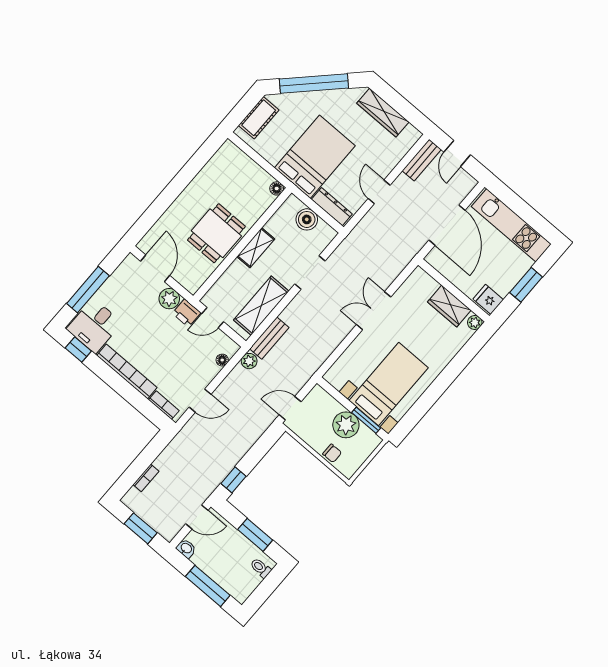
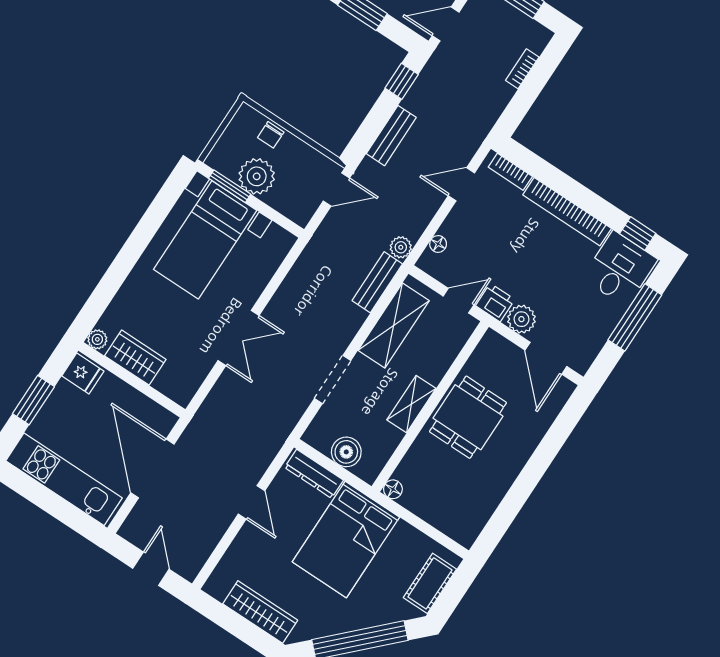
bench: (422, 160) -> (391, 136), moved
chair: (332, 453) -> (271, 135), turned -90

